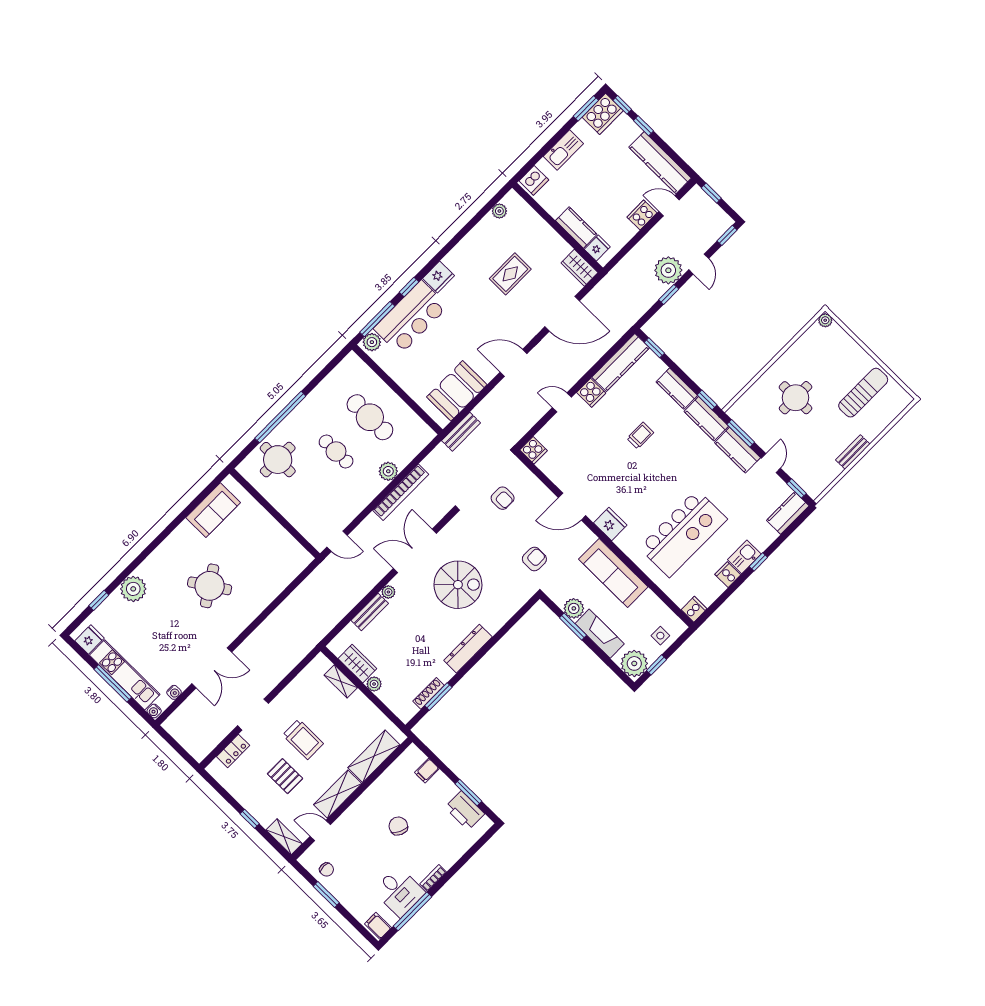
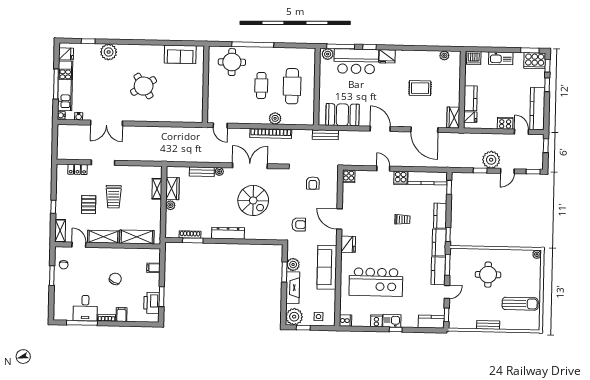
filing cabinet: (378, 926) -> (121, 315), moved

